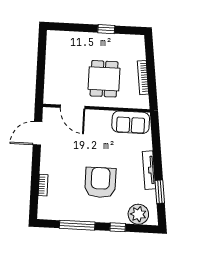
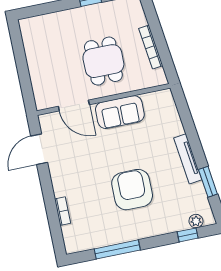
sofa: (131, 122) -> (120, 112), moved
plant: (138, 214) -> (196, 221), width x0.53, depth x0.53
window: (118, 227) -> (188, 235), moved

